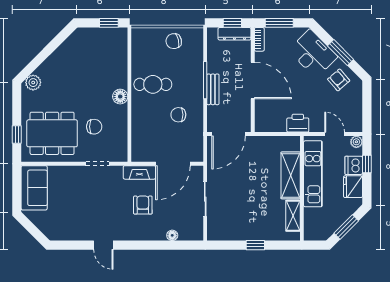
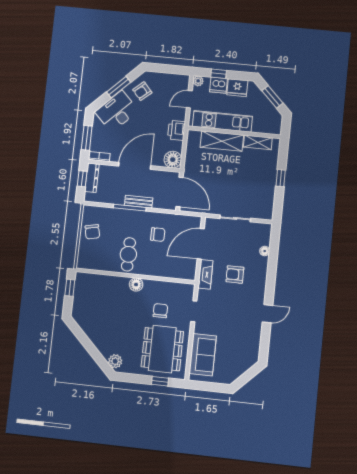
chair: (178, 115) -> (158, 234), turned -90
floor lamp: (264, 123) -> (173, 160), added
door: (173, 164) -> (201, 244), swing flipped
sofa: (34, 188) -> (203, 355), moved, turned 90

